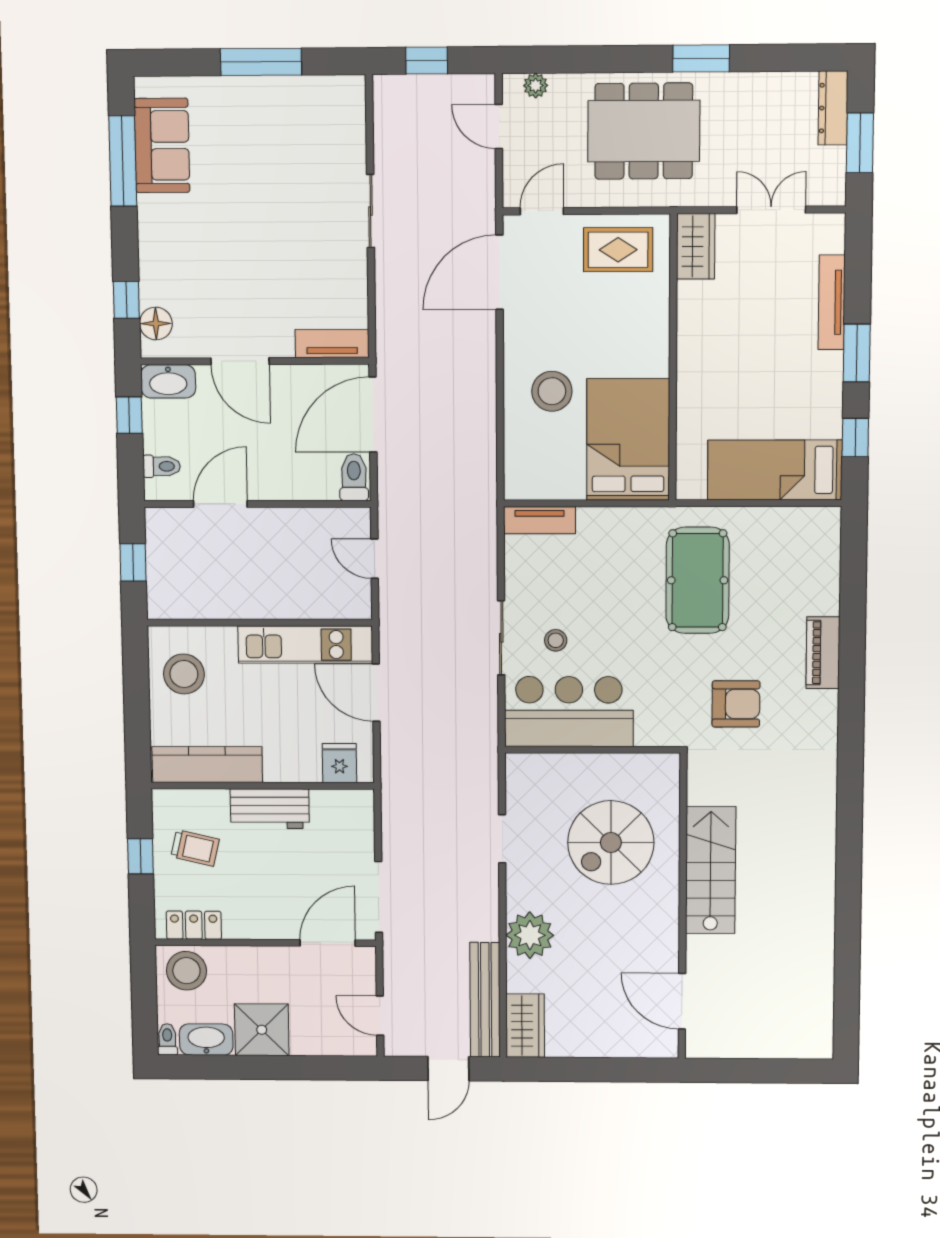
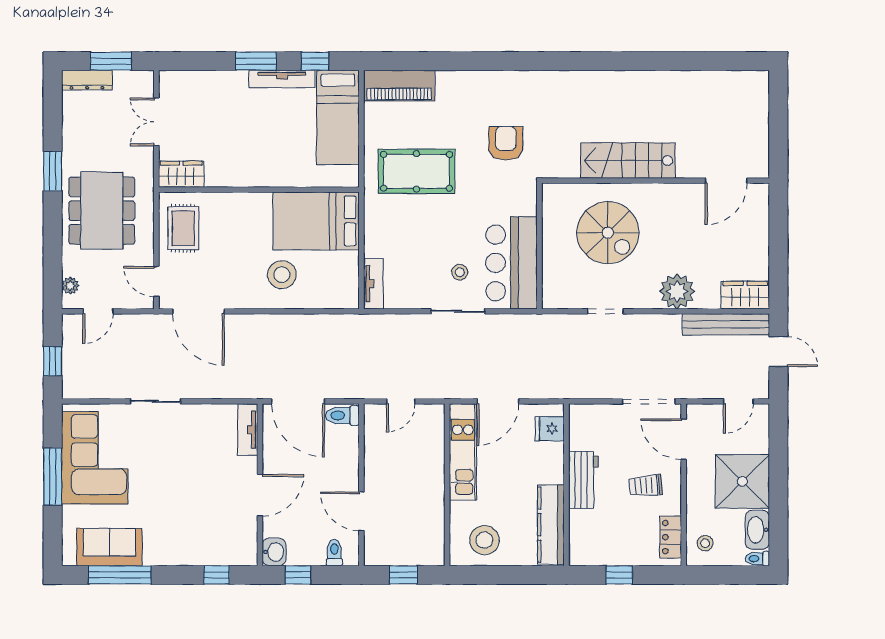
corner sofa: (289, 123) -> (95, 458), added
tv unit: (832, 302) -> (282, 79), moved
floor lamp: (156, 324) -> (233, 554), removed
washbasin: (168, 381) -> (274, 552), width x0.72
piano: (823, 653) -> (399, 86), moved, width x1.37, depth x1.33
trolley: (195, 848) -> (646, 486), moved, turned -108
stool: (186, 971) -> (705, 543), width x0.53, depth x0.53
shower: (262, 1030) -> (742, 481), width x1.37, depth x1.37

